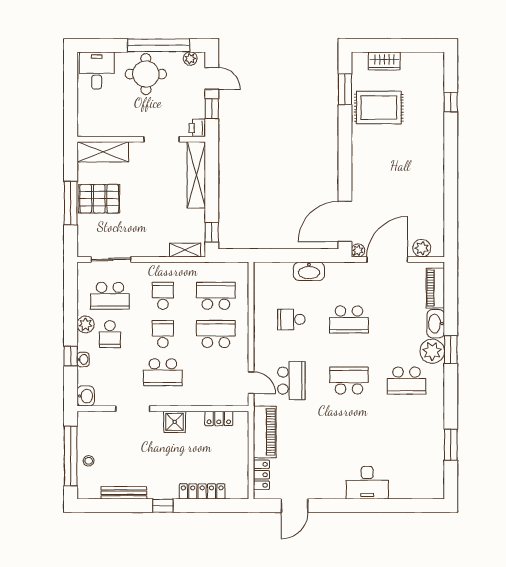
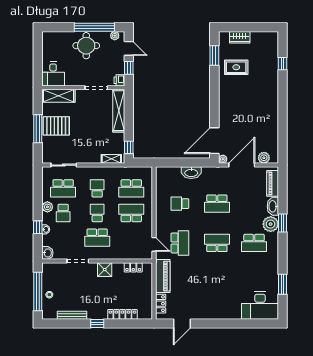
desk: (97, 70) -> (53, 74), moved, turned 180
rug: (379, 108) -> (236, 67), width x0.73, depth x0.70
school desk: (216, 296) -> (131, 188), turned 180
desk: (367, 483) -> (260, 306), moved, width x1.36, depth x1.30

